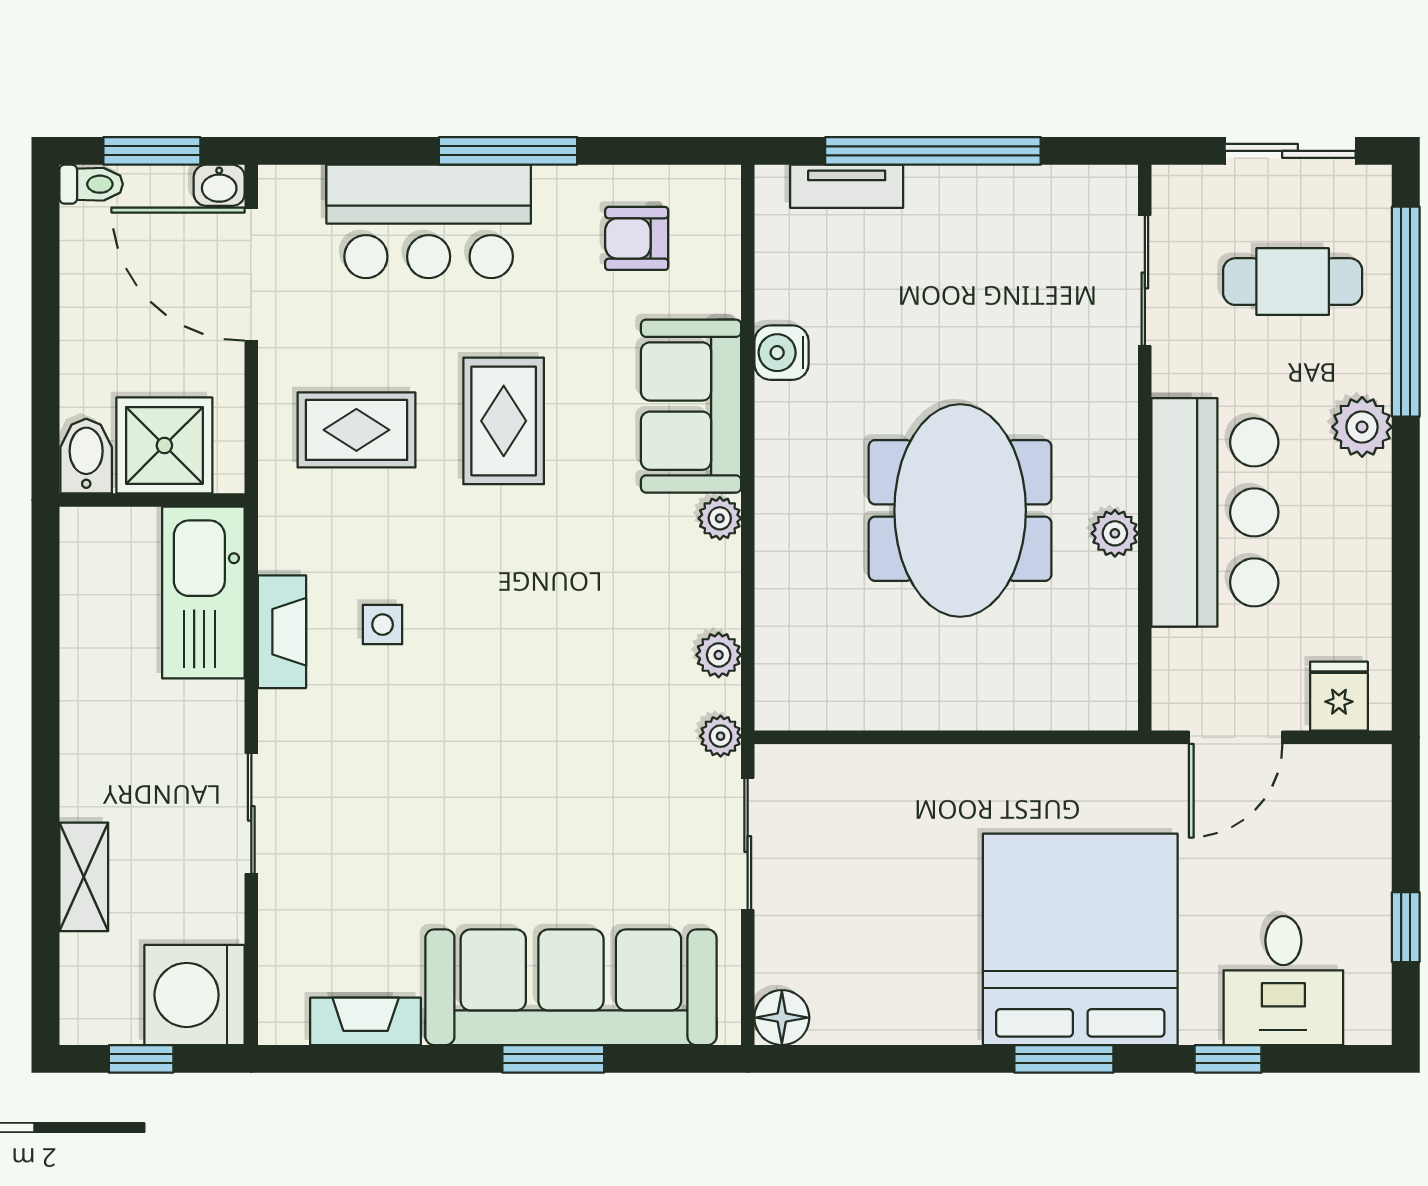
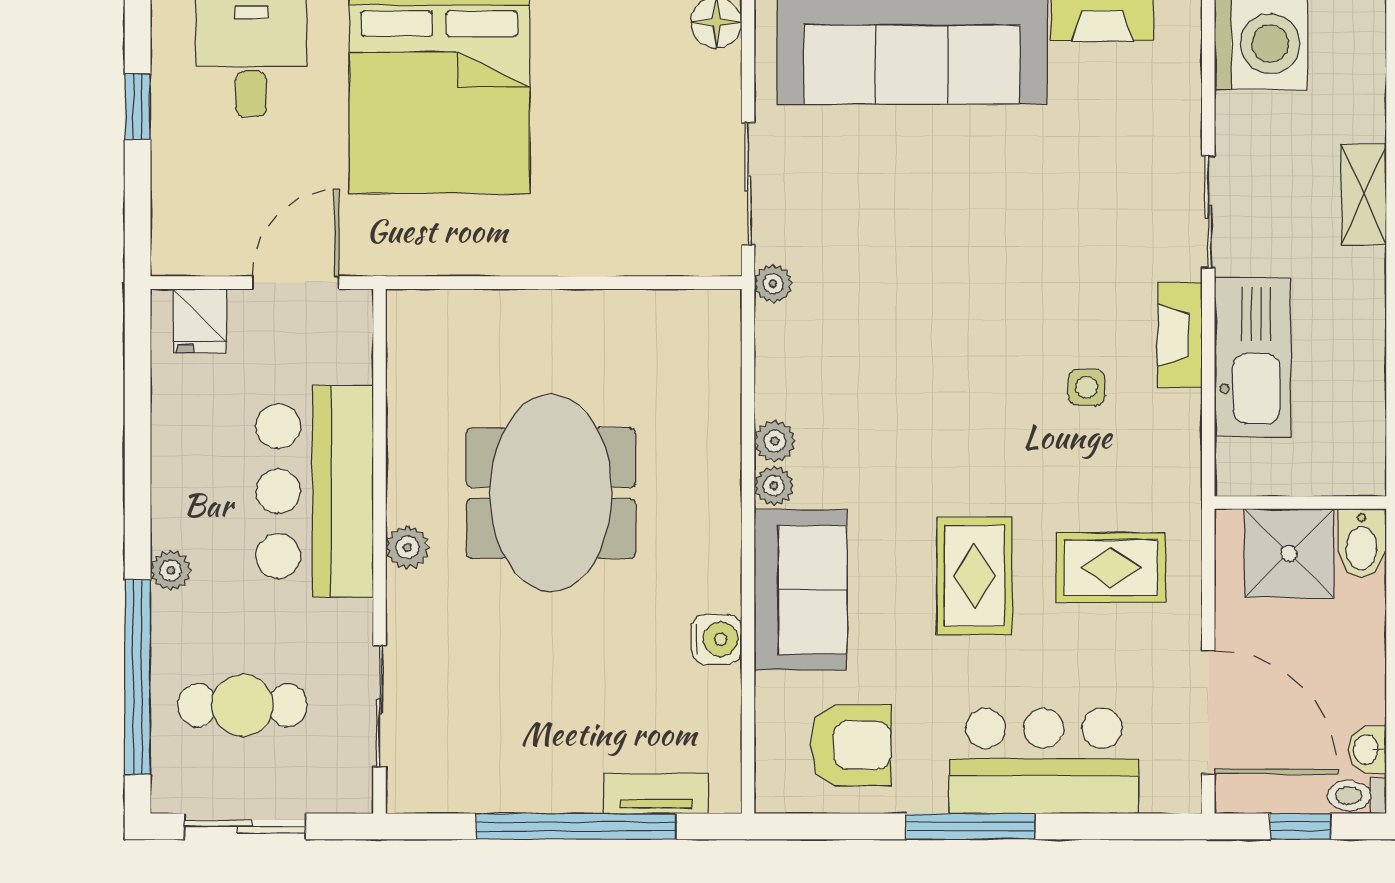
window: (152, 151) -> (1300, 826), width x0.67
washbasin: (219, 185) -> (1367, 750), moved, turned -90
armchair: (637, 238) -> (851, 745), width x1.38, depth x1.38
plant: (1362, 427) -> (171, 570), width x0.73, depth x0.73
plant: (1115, 533) -> (407, 547), moved
kitchen sink: (203, 593) -> (1253, 357), moved
fireplace: (282, 632) -> (1180, 335), moved
plant: (719, 655) -> (775, 441), moved
shelving: (84, 877) -> (1364, 194), moved

